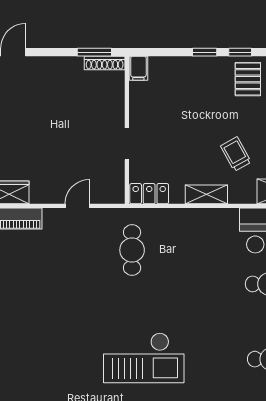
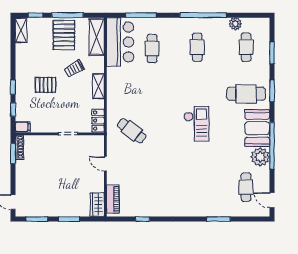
window: (240, 52) -> (13, 110), moved
pallet: (248, 79) -> (46, 85), moved
cafe table: (132, 250) -> (132, 131), turned 37
checkout: (144, 358) -> (196, 124), width x0.73, depth x0.83

